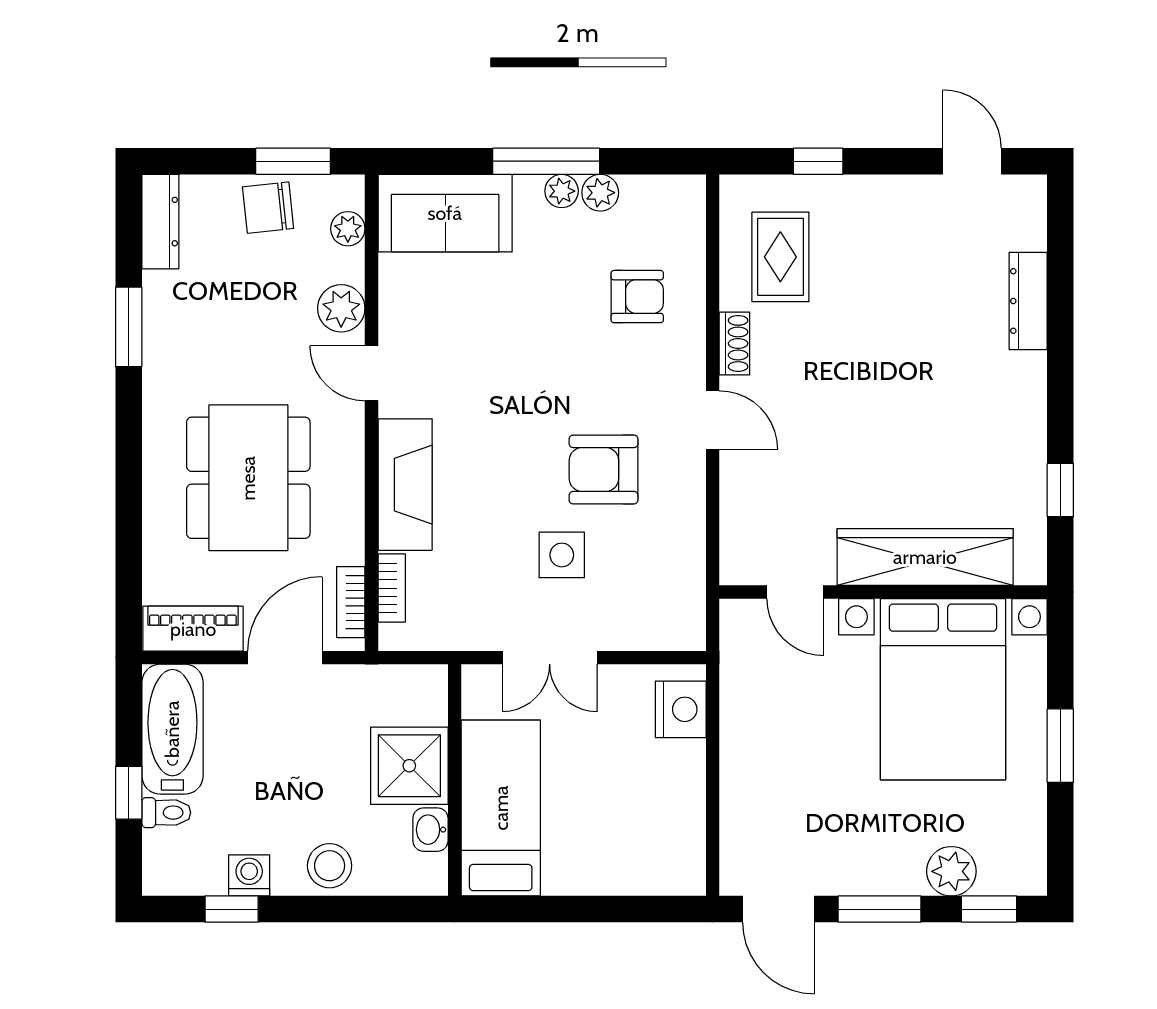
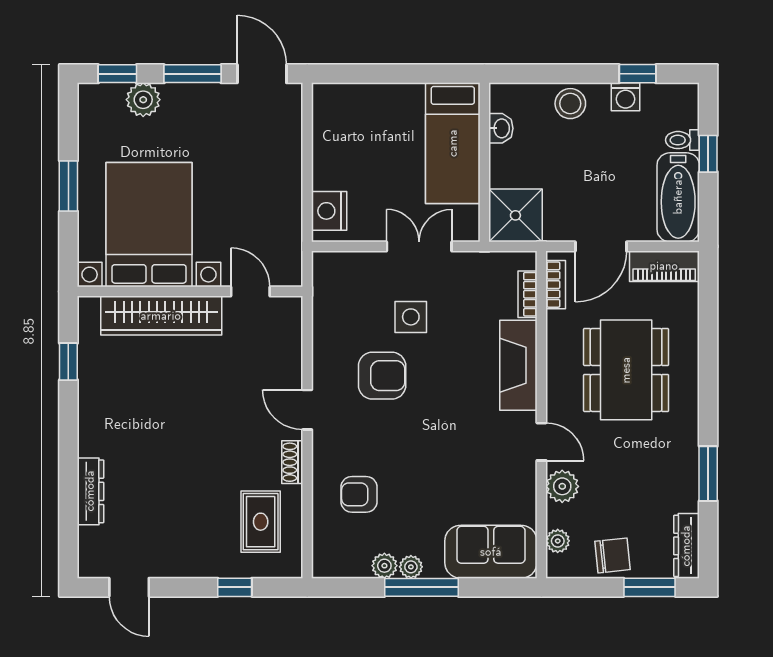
window: (293, 161) -> (650, 587), moved
shower: (409, 766) -> (515, 215), moved

